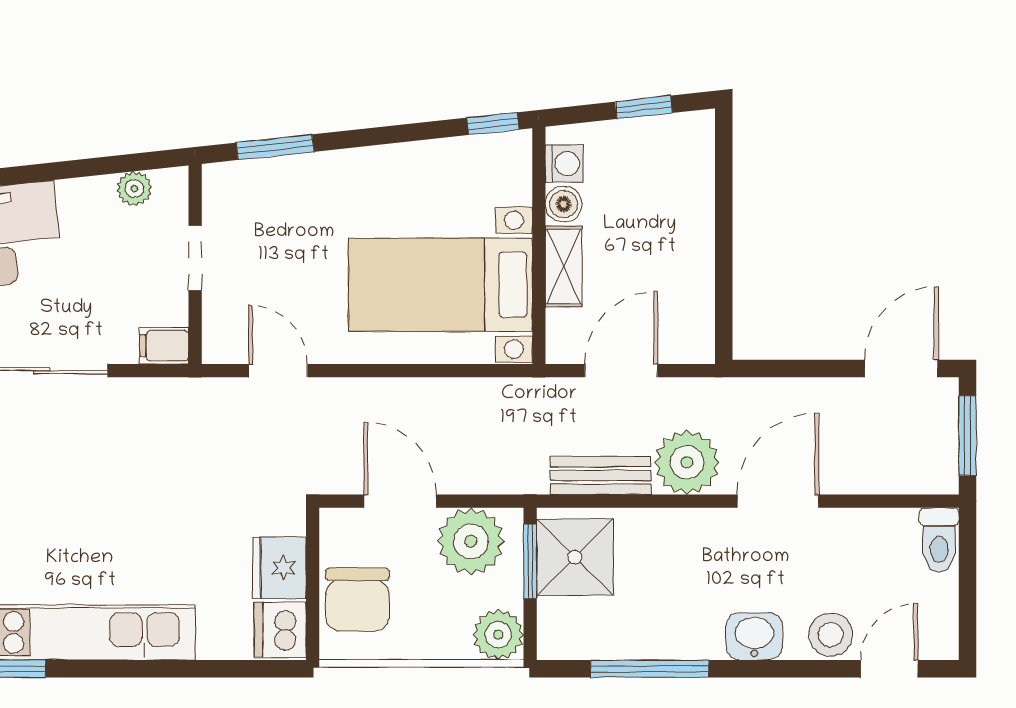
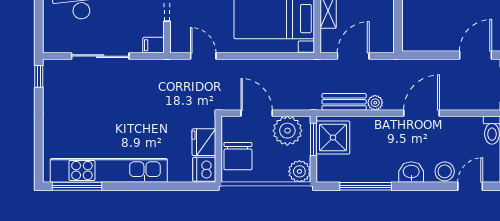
plant: (687, 462) -> (375, 103), width x0.53, depth x0.53

